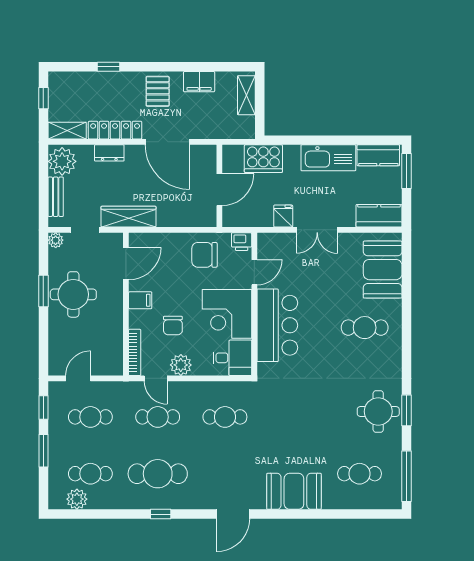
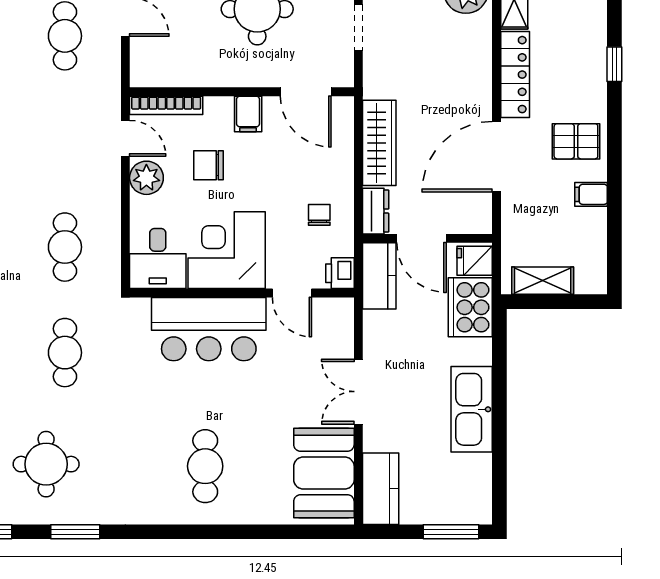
filing cabinet: (199, 82) -> (591, 194), width x0.50
shelving: (246, 95) -> (543, 281), moved
dresser: (109, 153) -> (376, 211), moved, turned 180
kitchen counter: (378, 155) -> (379, 276), moved, turned 180
fridge: (283, 216) -> (475, 261), moved, turned 180
wardrobe: (128, 217) -> (379, 143), moved
chair: (205, 255) -> (319, 215), width x0.54, depth x0.54
booth: (383, 270) -> (324, 473), moved, turned 90
door: (156, 378) -> (125, 138), swing flipped
round table: (378, 411) -> (46, 464), moved
cafe table: (158, 417) -> (65, 353), moved

